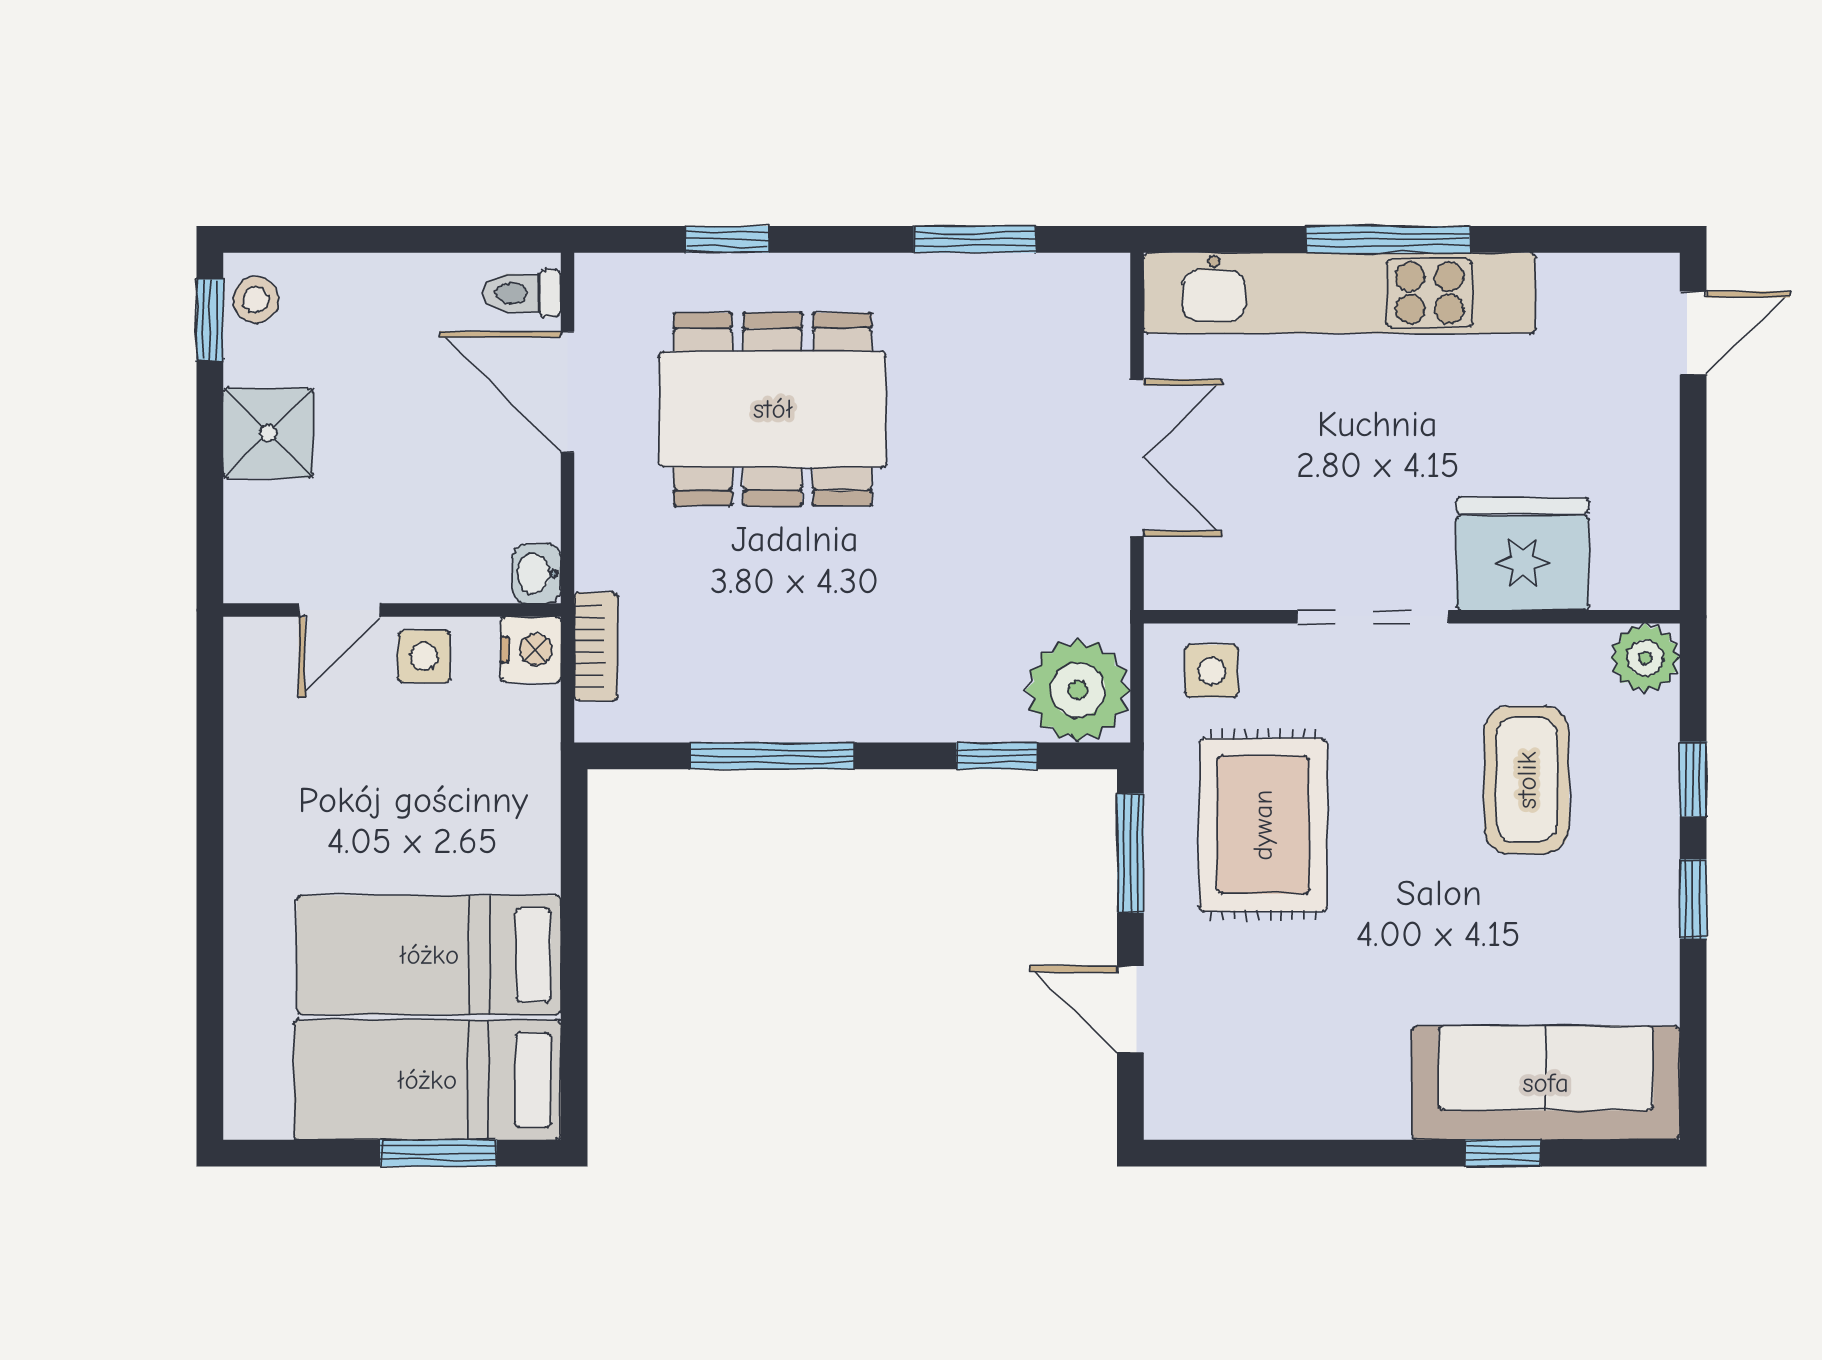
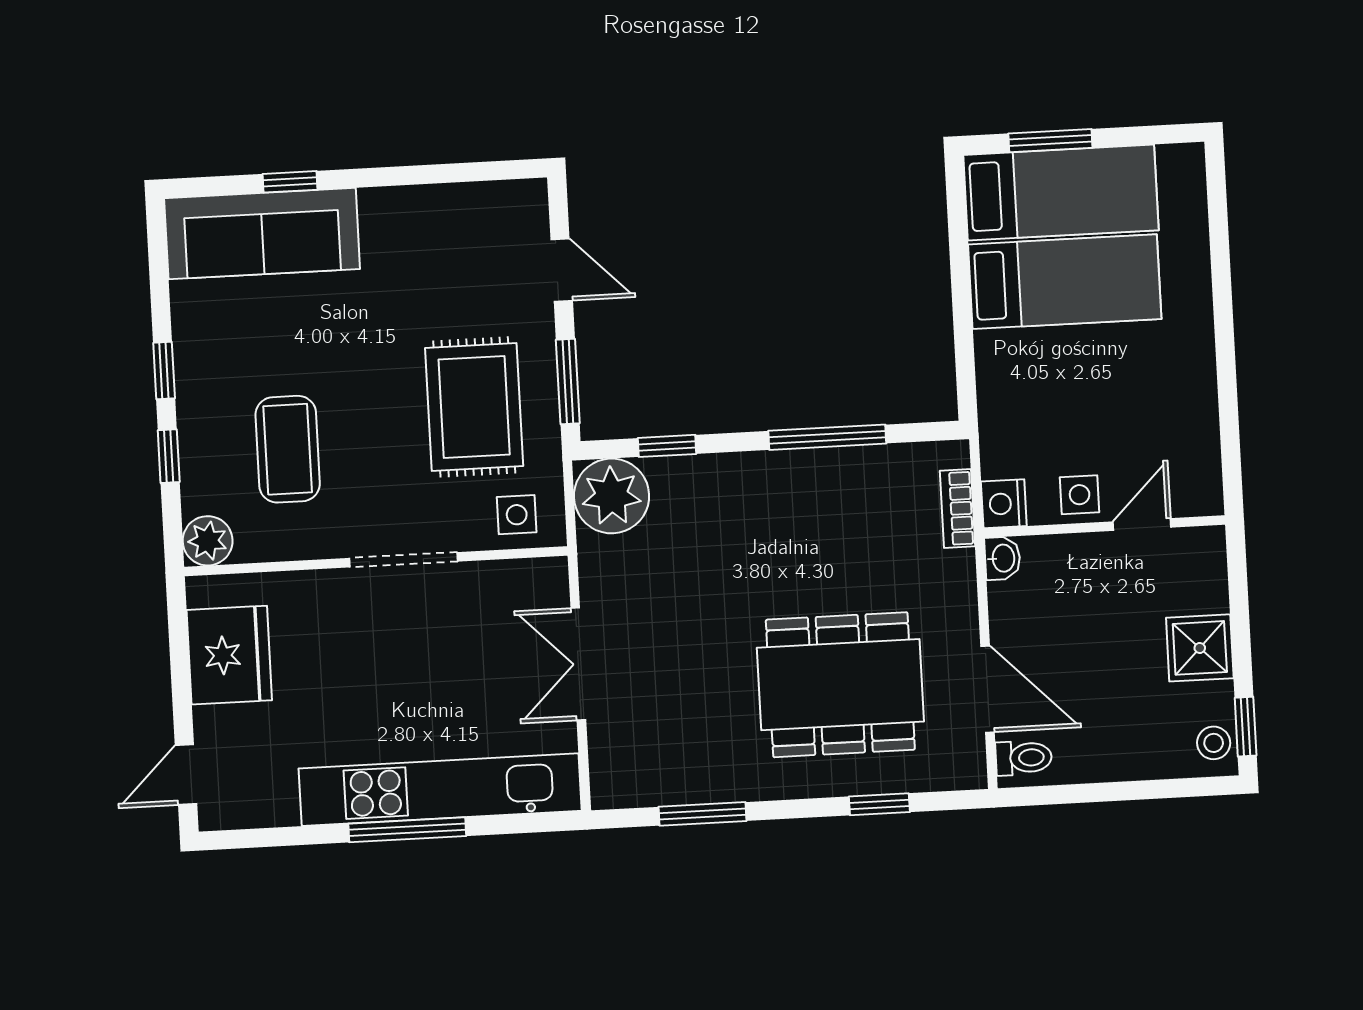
fridge: (1523, 554) -> (229, 655), moved, turned -90

